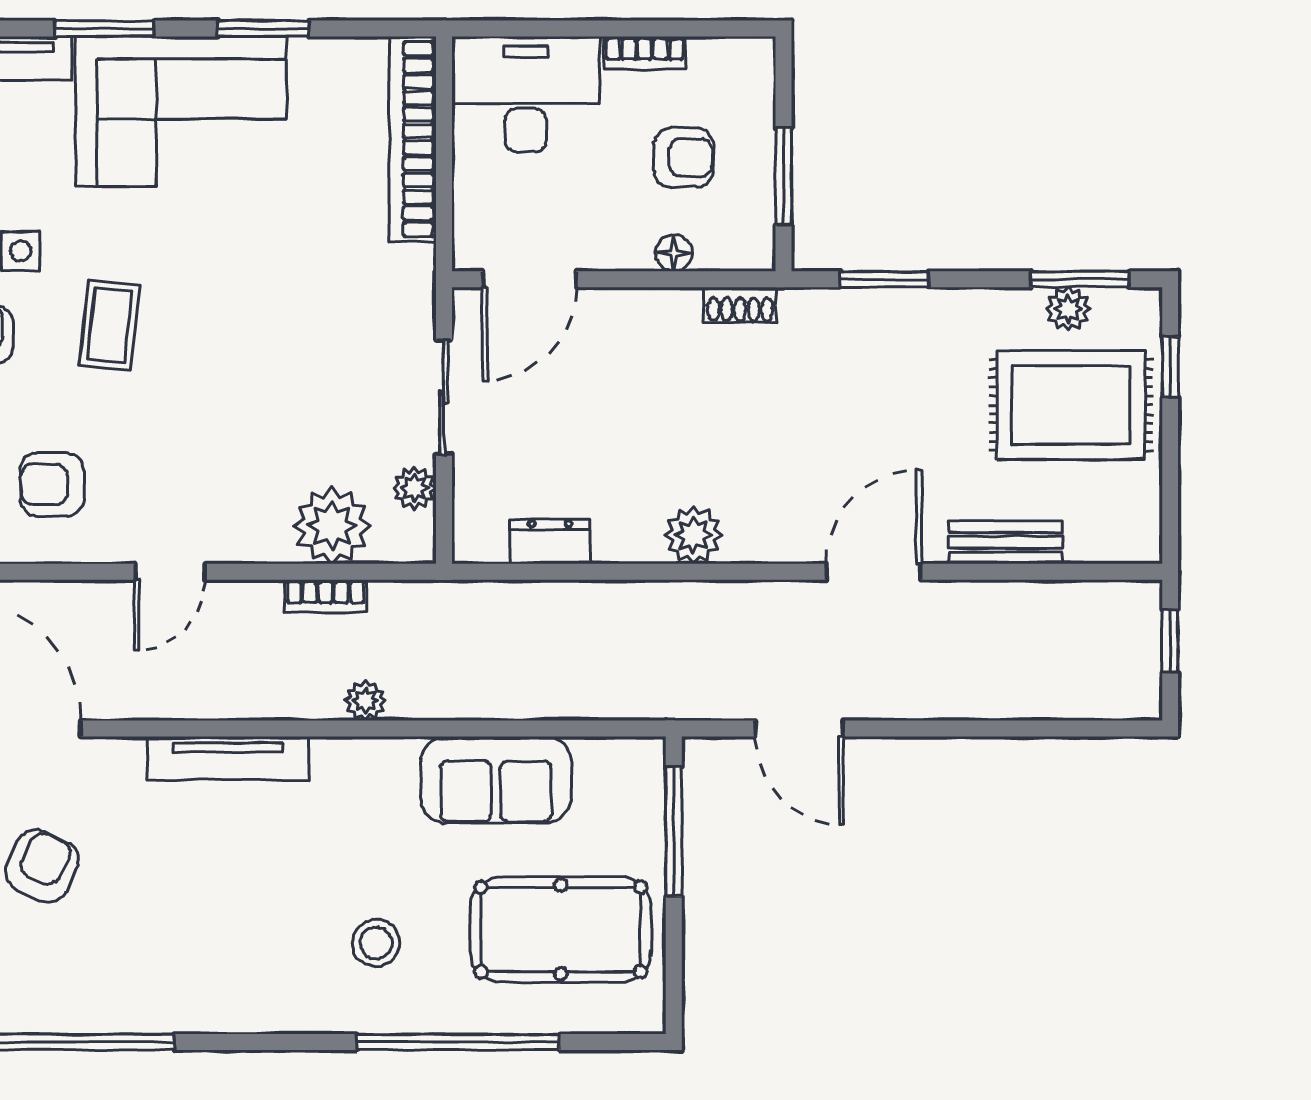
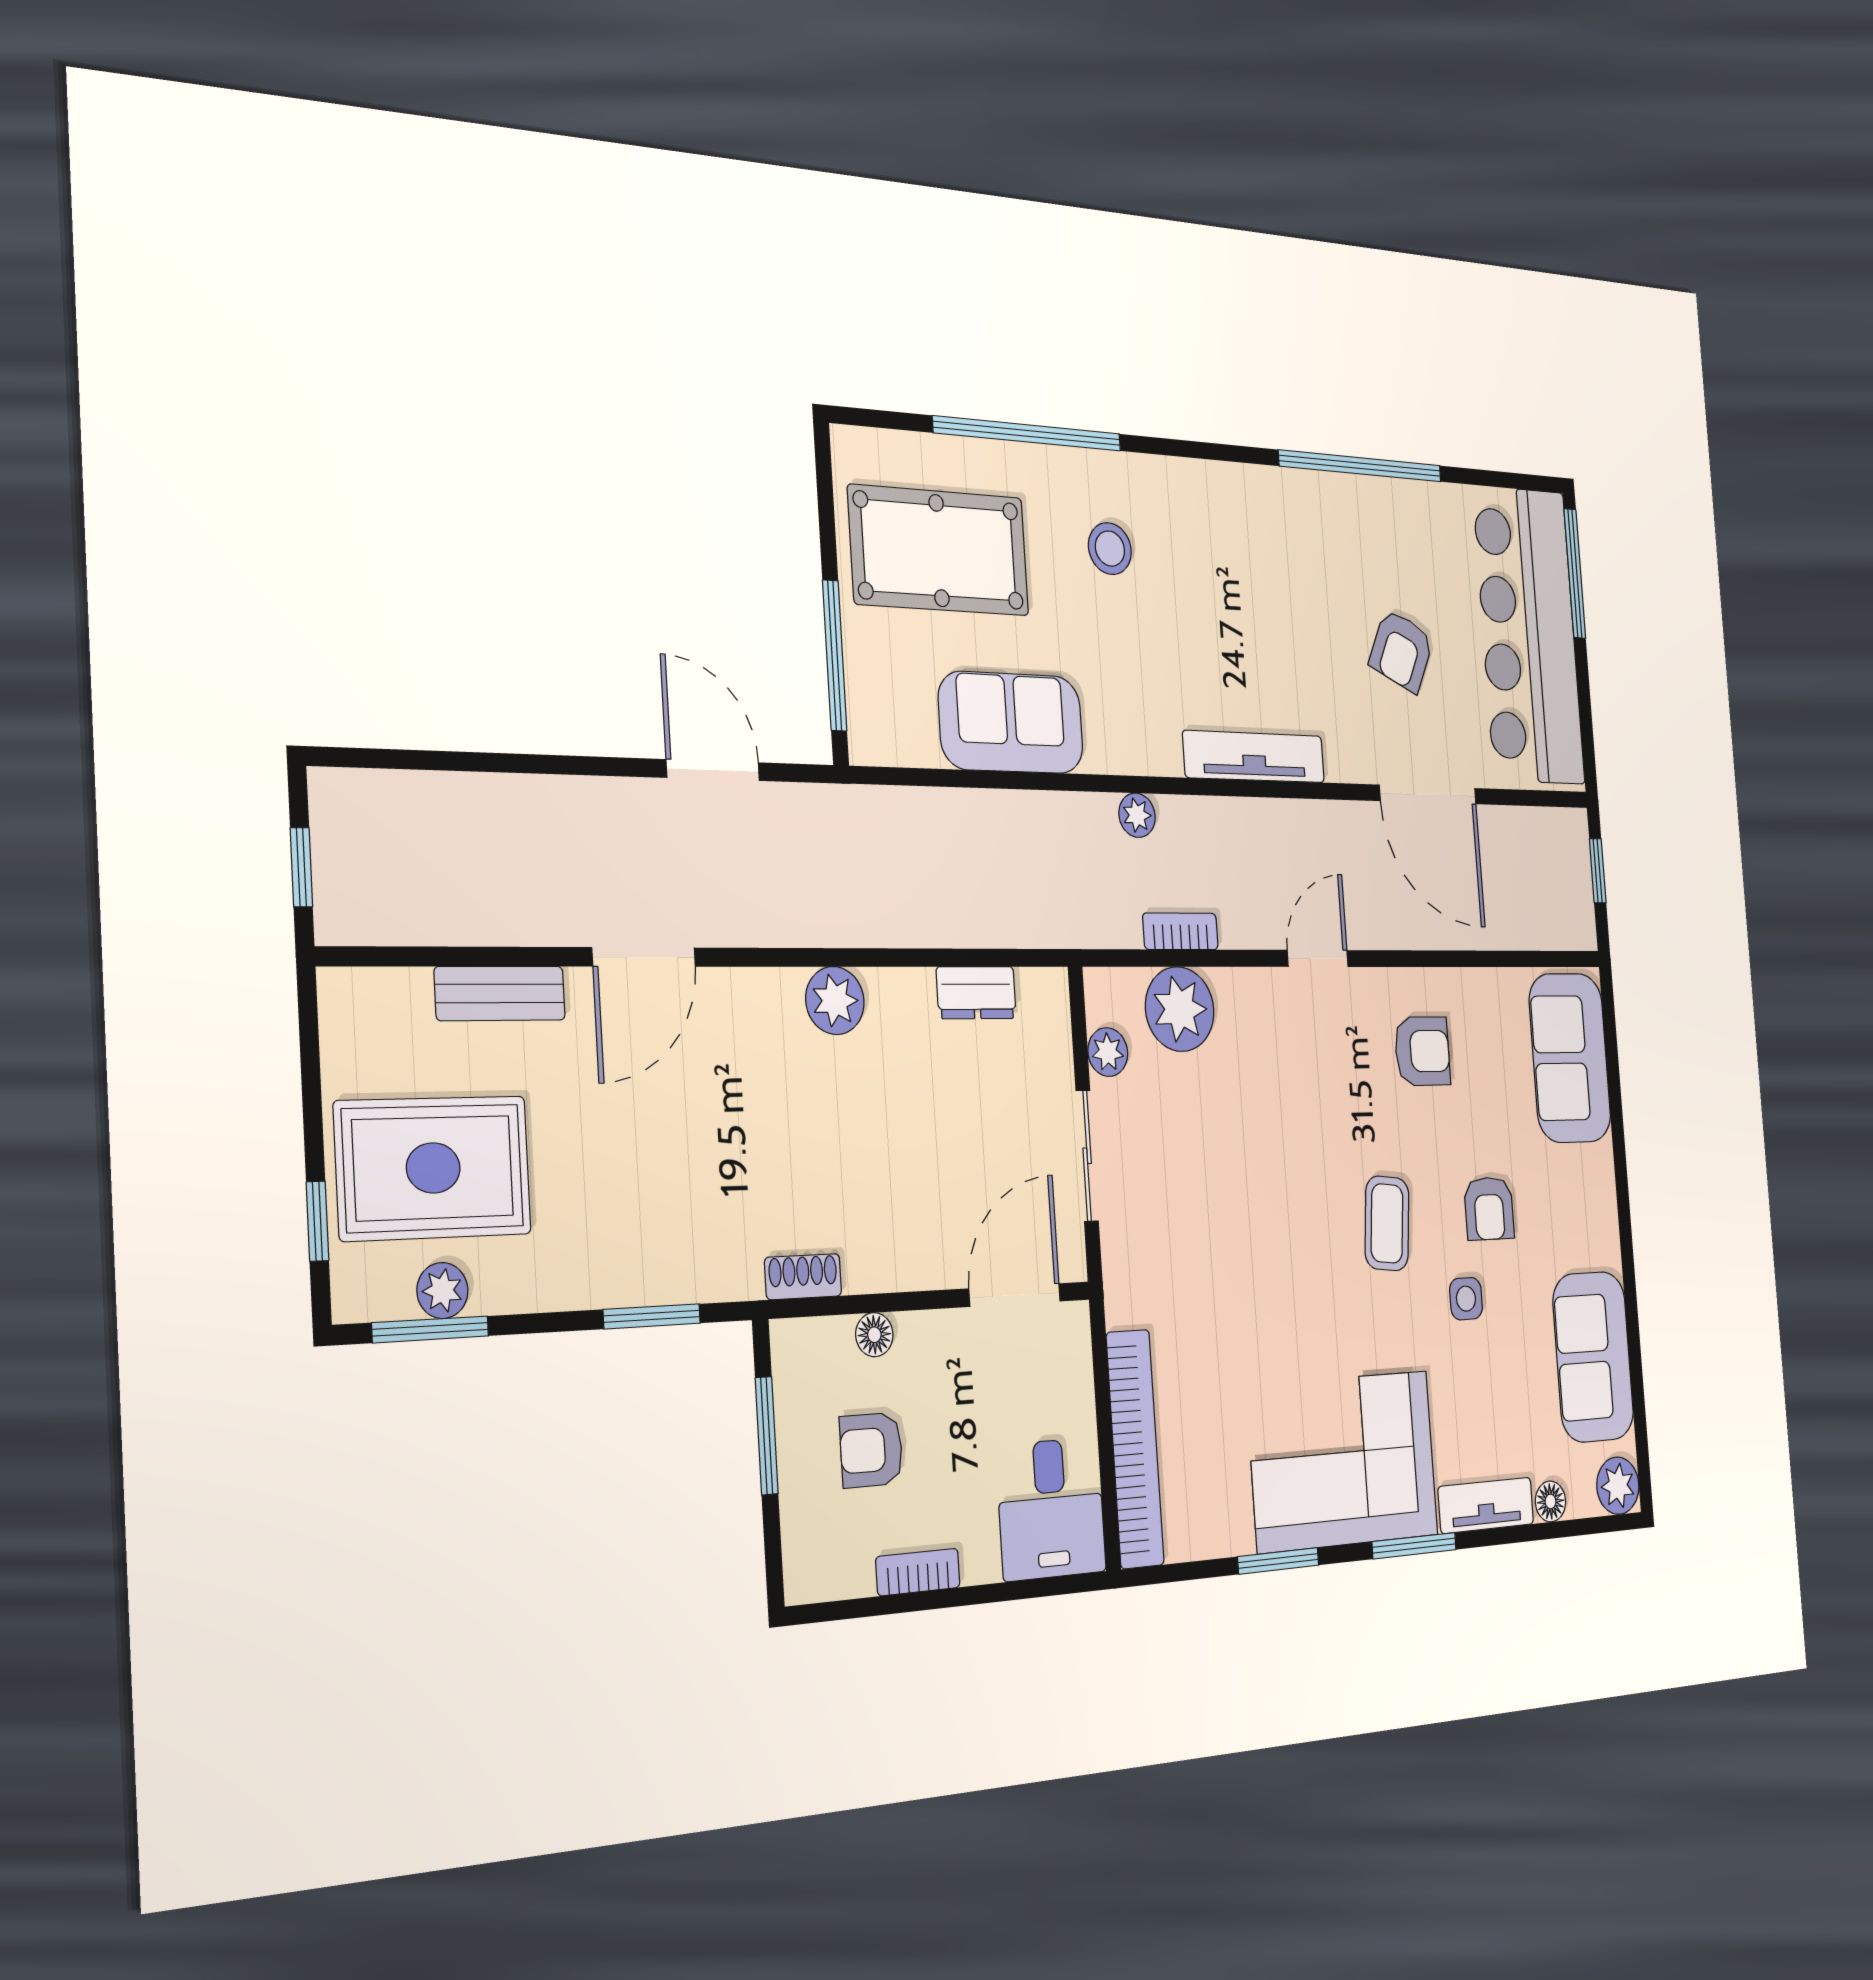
desk: (526, 94) -> (1051, 1509), width x0.73

